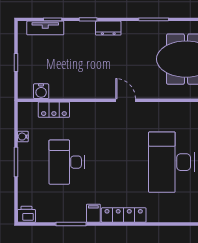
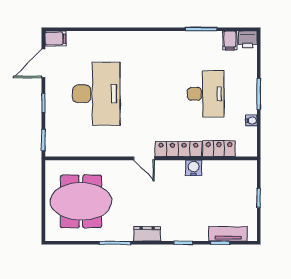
dresser: (108, 28) -> (147, 234), moved
water cooler: (41, 91) -> (194, 168), moved
filing cabinet: (93, 213) -> (230, 40), moved
locker: (124, 215) -> (178, 149), moved, turned 180

